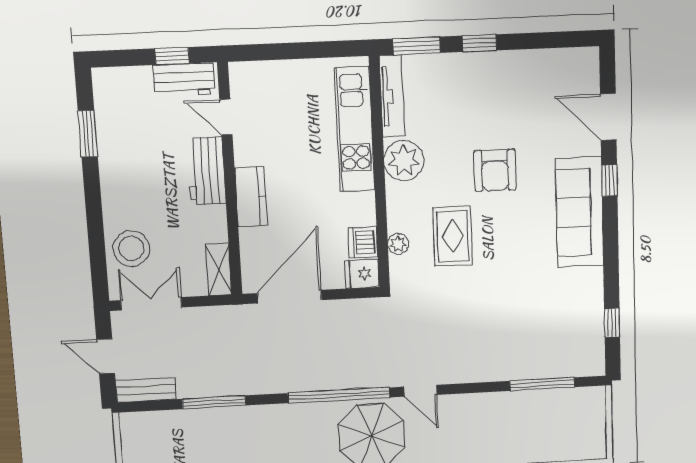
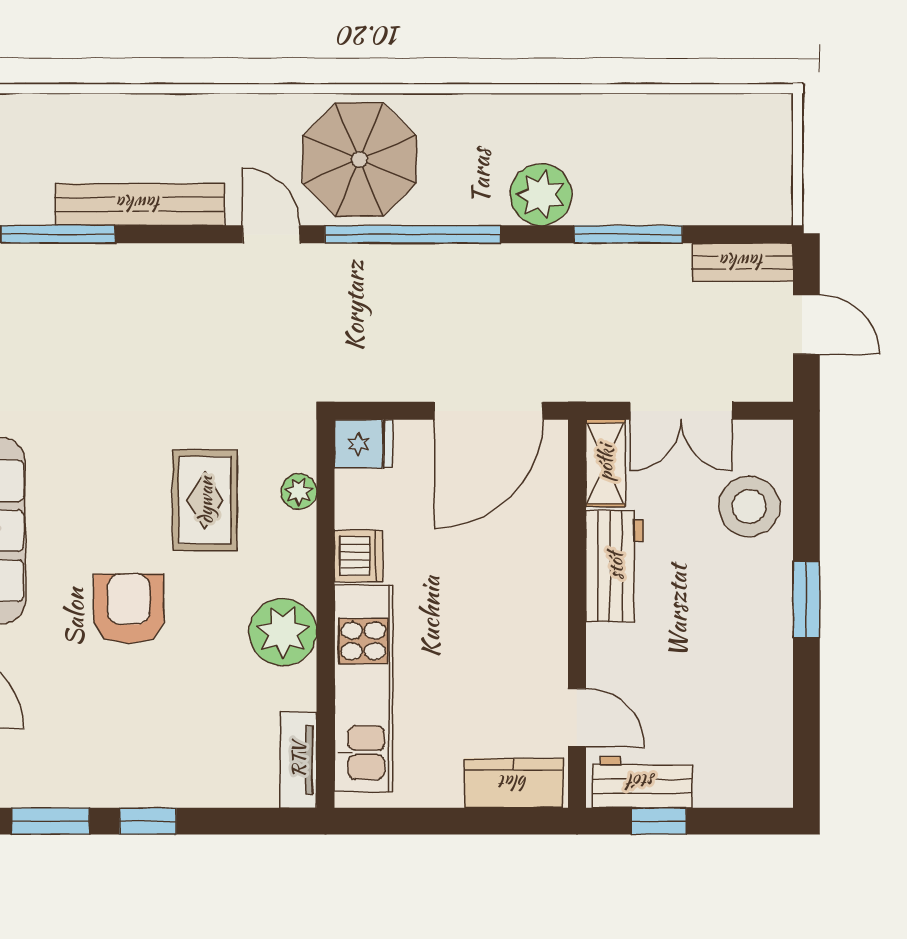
window: (417, 46) -> (50, 821), moved
tv unit: (392, 96) -> (298, 760), width x0.71
window: (88, 134) -> (806, 600), moved
workbench: (207, 171) -> (615, 566), moved
kitchen counter: (251, 197) -> (514, 783), moved, turned 90
dishwasher: (363, 242) -> (358, 556), moved
double door: (151, 304) -> (681, 411), moved
bench: (496, 403) -> (140, 204), added
plant: (266, 422) -> (541, 195), added

